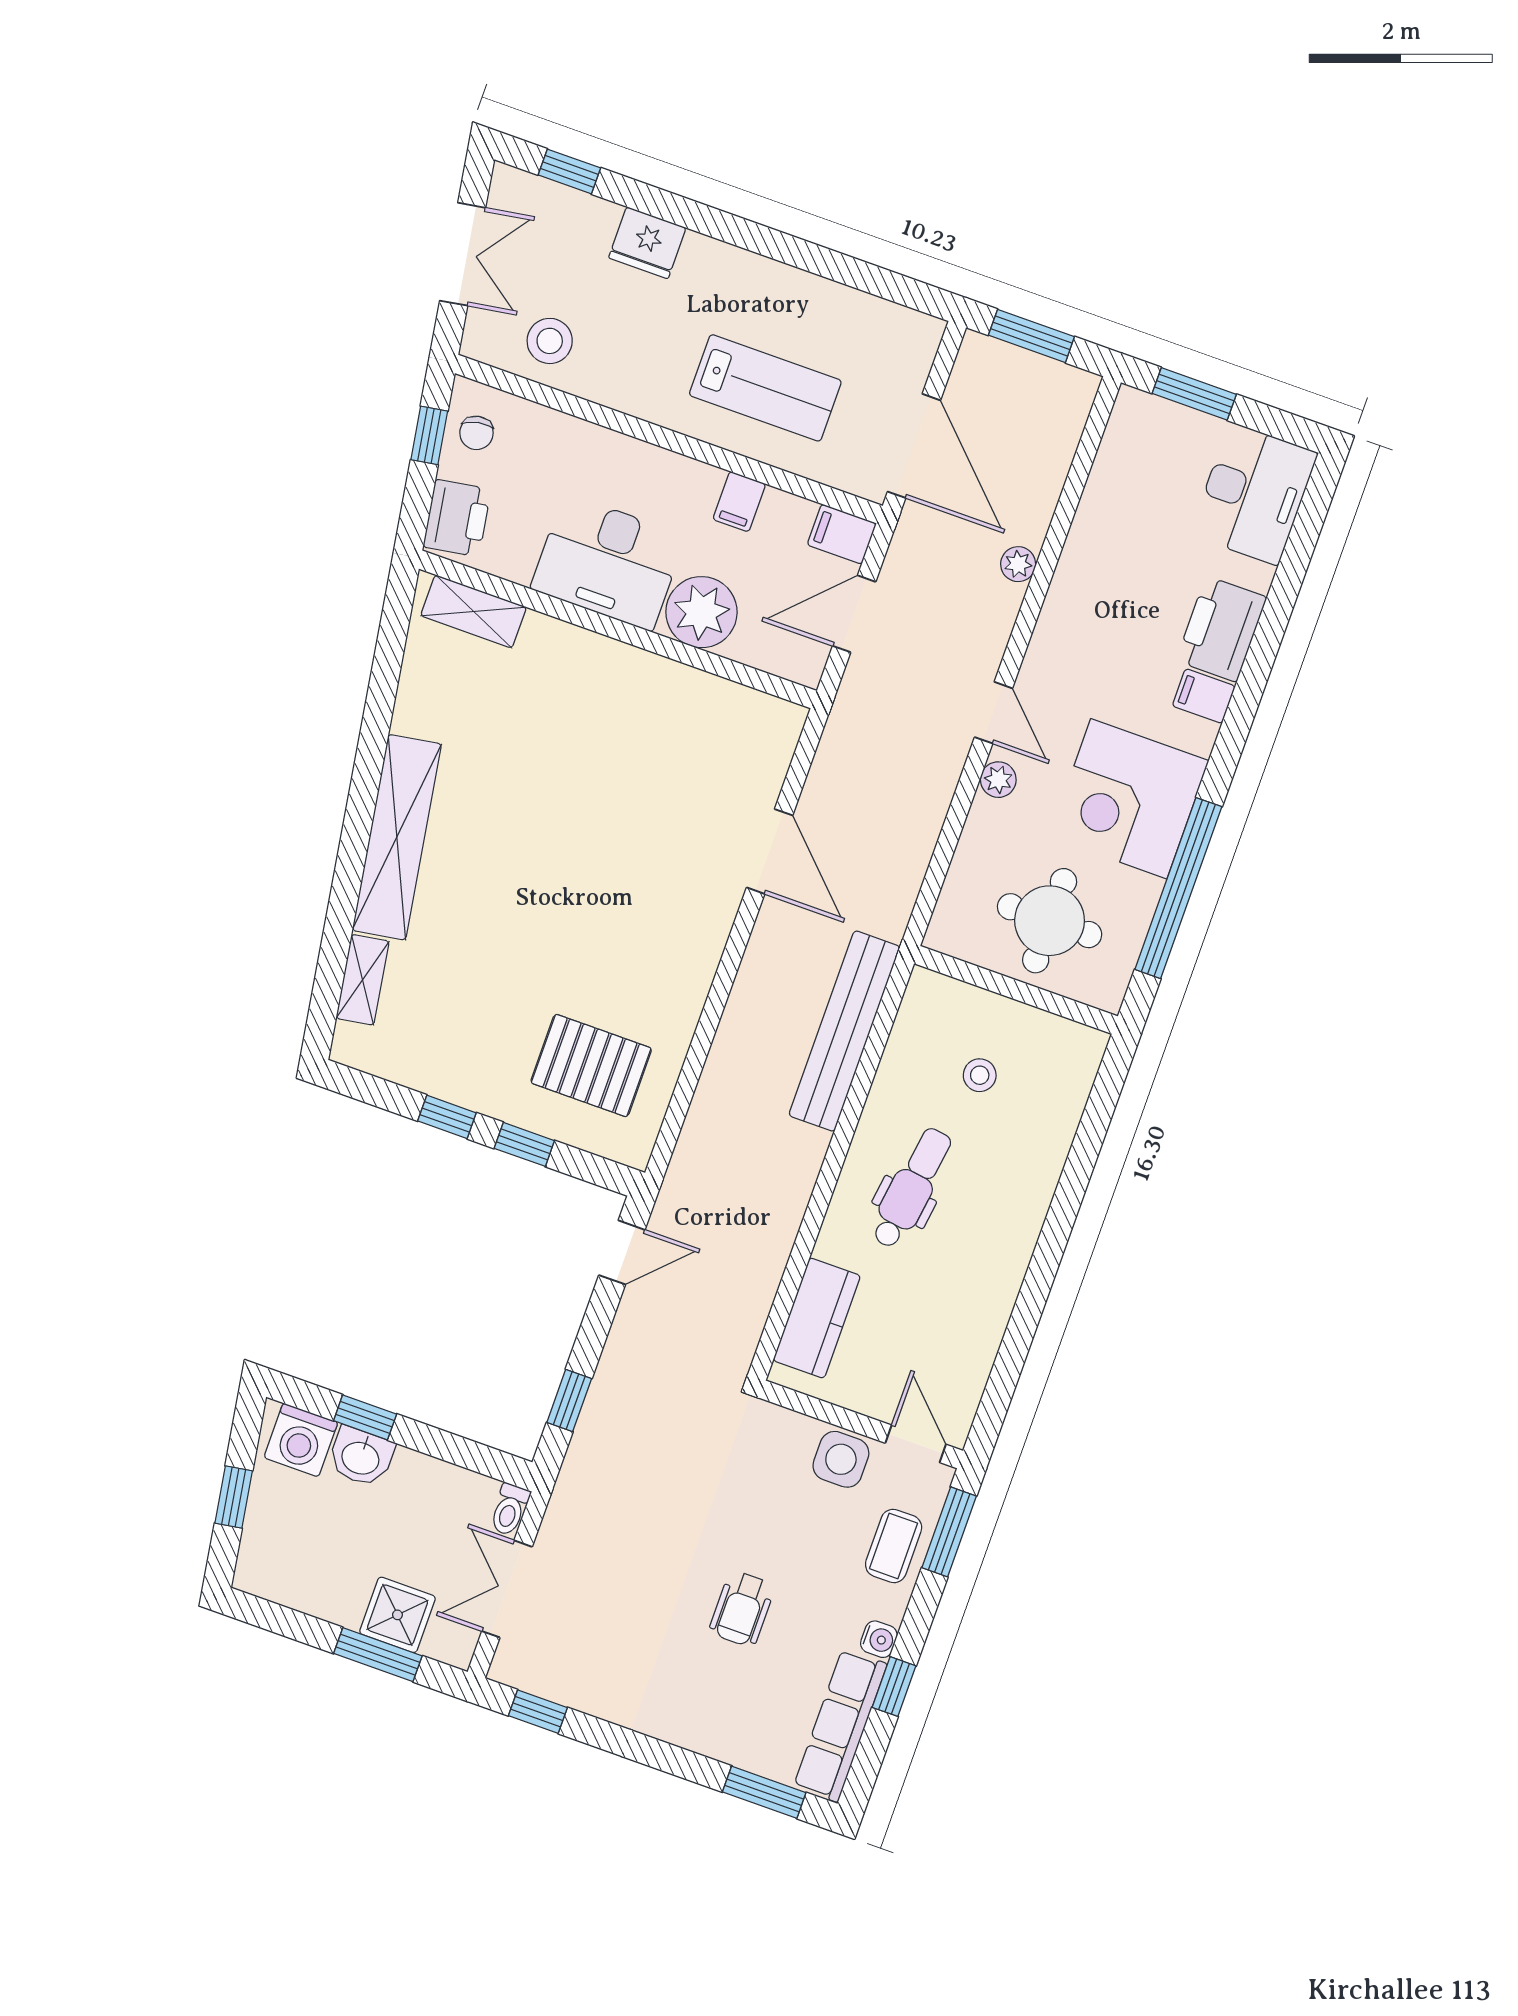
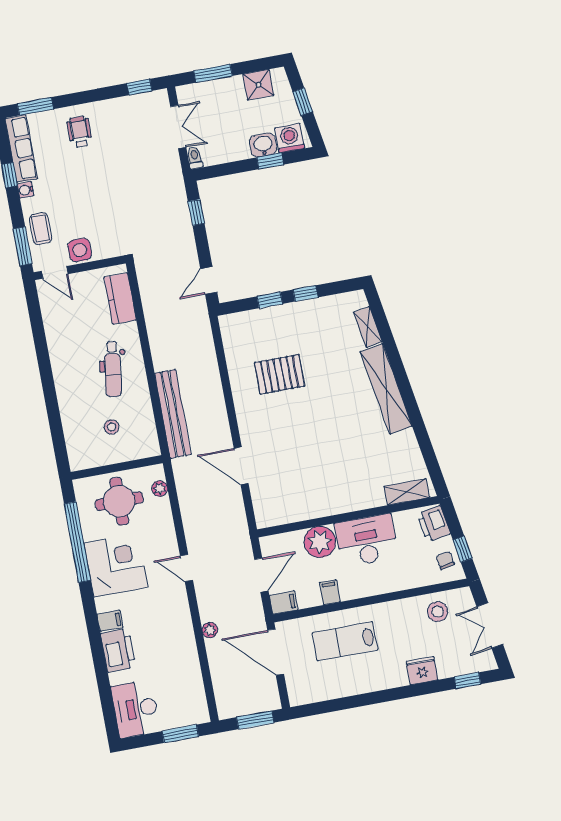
plant: (998, 780) -> (160, 489), moved
pallet: (591, 1065) -> (280, 374), moved
wheelchair: (742, 1609) -> (79, 132), moved
shower: (397, 1615) -> (258, 85), moved

